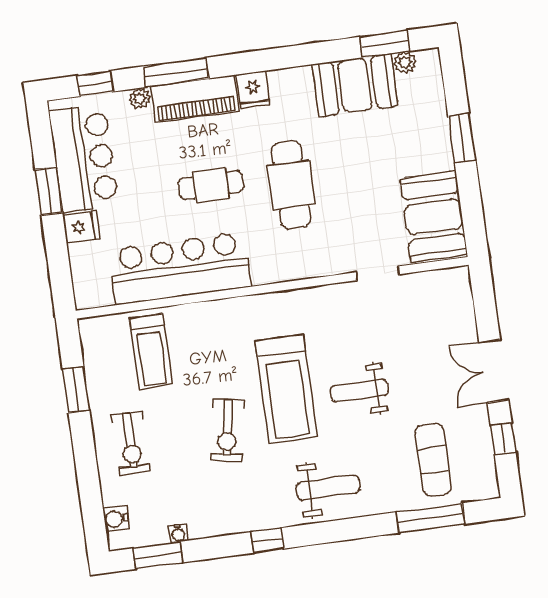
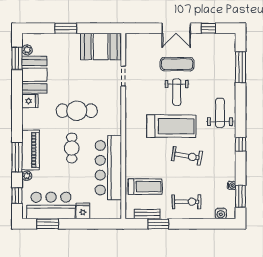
fridge: (253, 90) -> (30, 101), moved
window: (49, 191) -> (48, 224), moved
bench: (93, 363) -> (147, 214), added
exercise mat: (433, 460) -> (177, 64), moved

